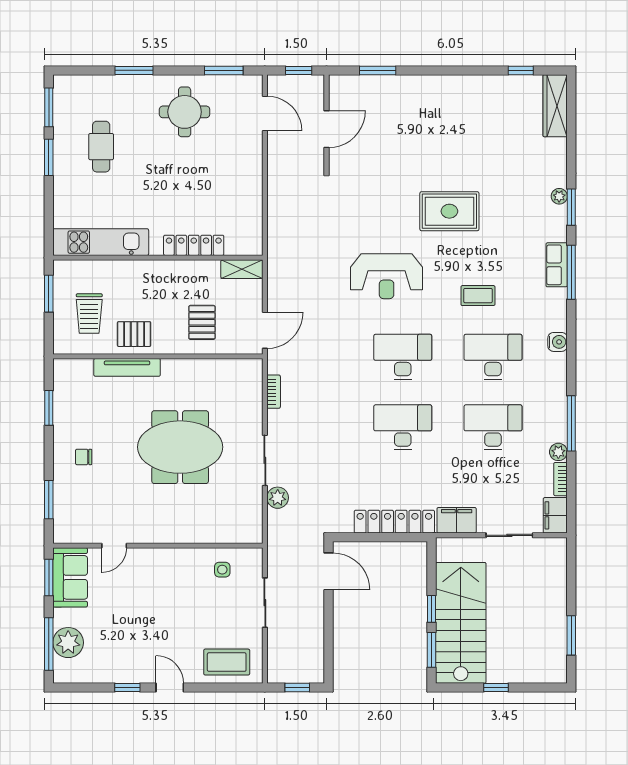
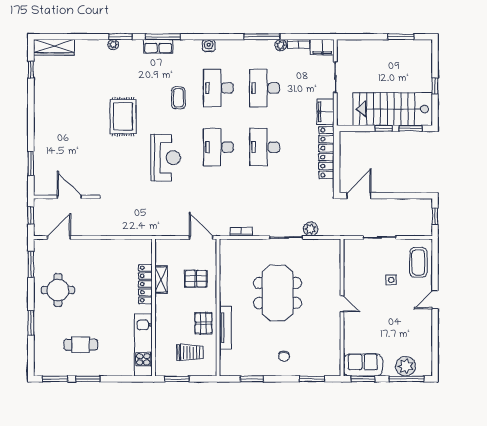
shelving: (242, 269) -> (161, 280), moved
door: (114, 546) -> (342, 304), moved
side table: (222, 570) -> (391, 280), moved
window: (127, 688) -> (435, 327), removed

